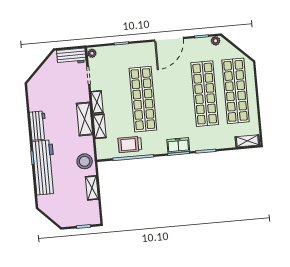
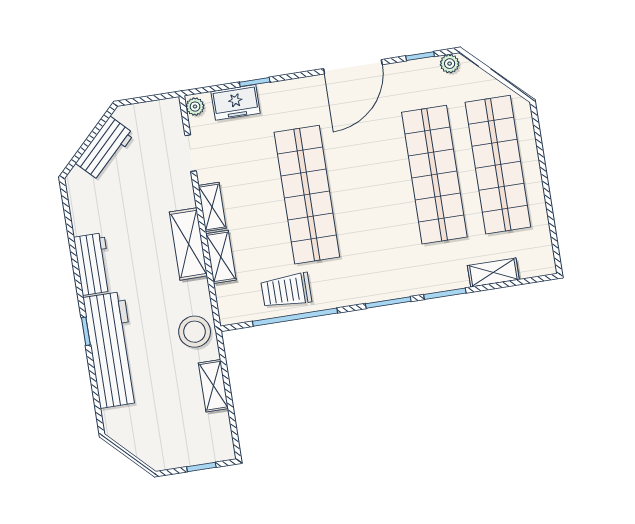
workbench: (71, 56) -> (105, 148), moved, turned -45
shelving: (247, 141) -> (493, 273), moved
freezer: (178, 145) -> (236, 102), moved, turned 180

